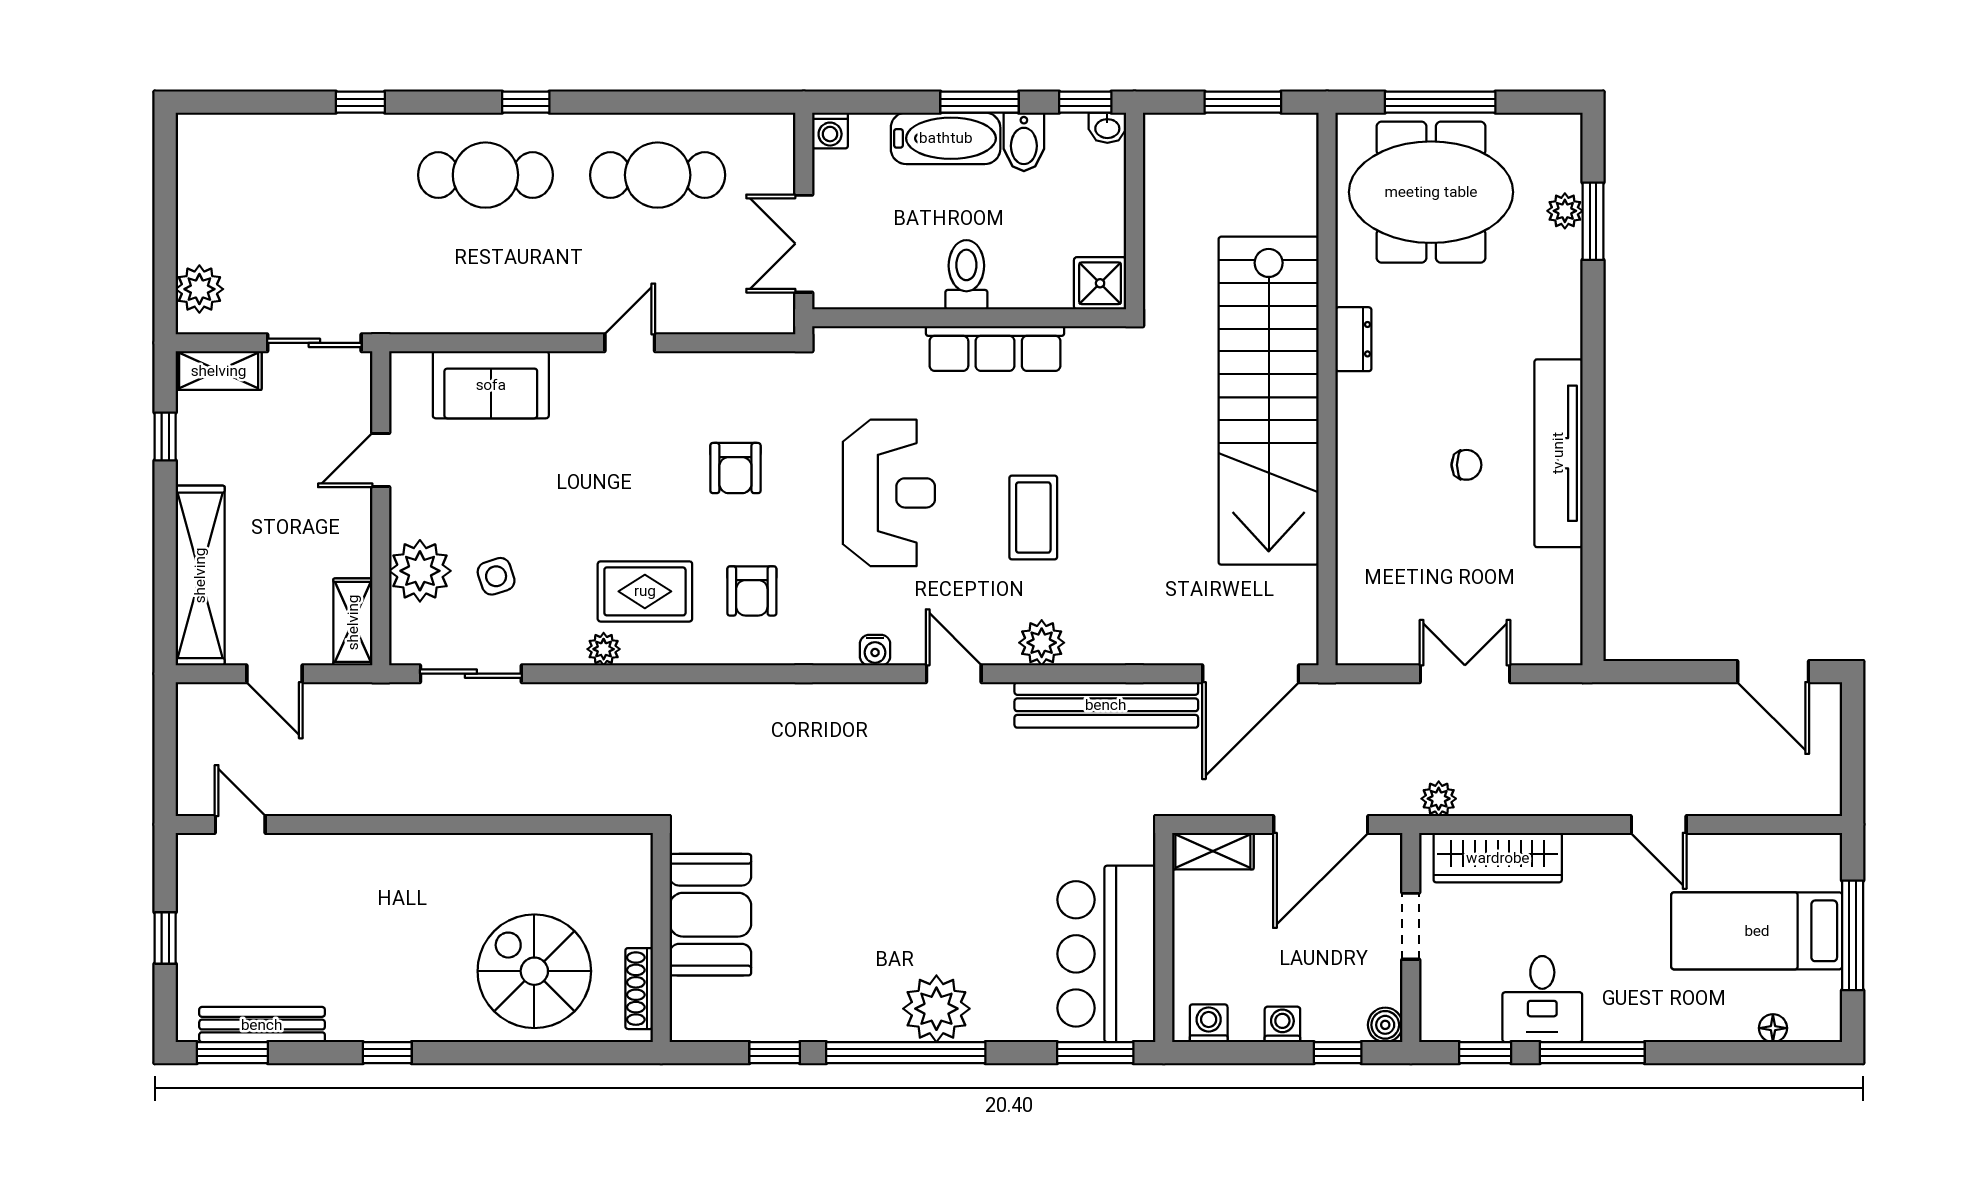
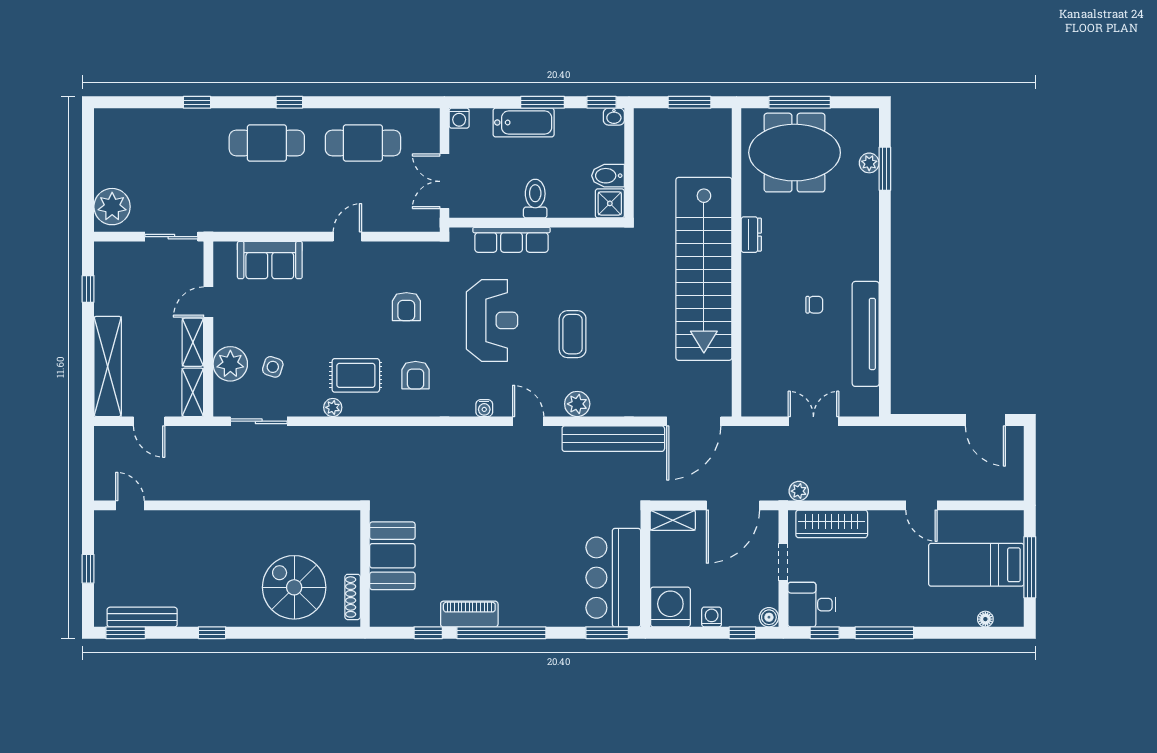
bidet: (1024, 142) -> (608, 176), moved, turned 90
plant: (199, 289) -> (112, 207), width x1.36, depth x1.36
row of seats: (995, 348) -> (511, 240), moved
shelving: (219, 371) -> (193, 342), moved, turned 90
tv unit: (1558, 453) -> (866, 334), moved
side table: (496, 576) -> (273, 367), turned 36
desk: (1542, 999) -> (812, 605), moved, turned 90
plant: (936, 1009) -> (519, 608), removed
piano: (848, 1019) -> (469, 614), added
washing machine: (1209, 1023) -> (670, 607), width x1.89, depth x1.89

